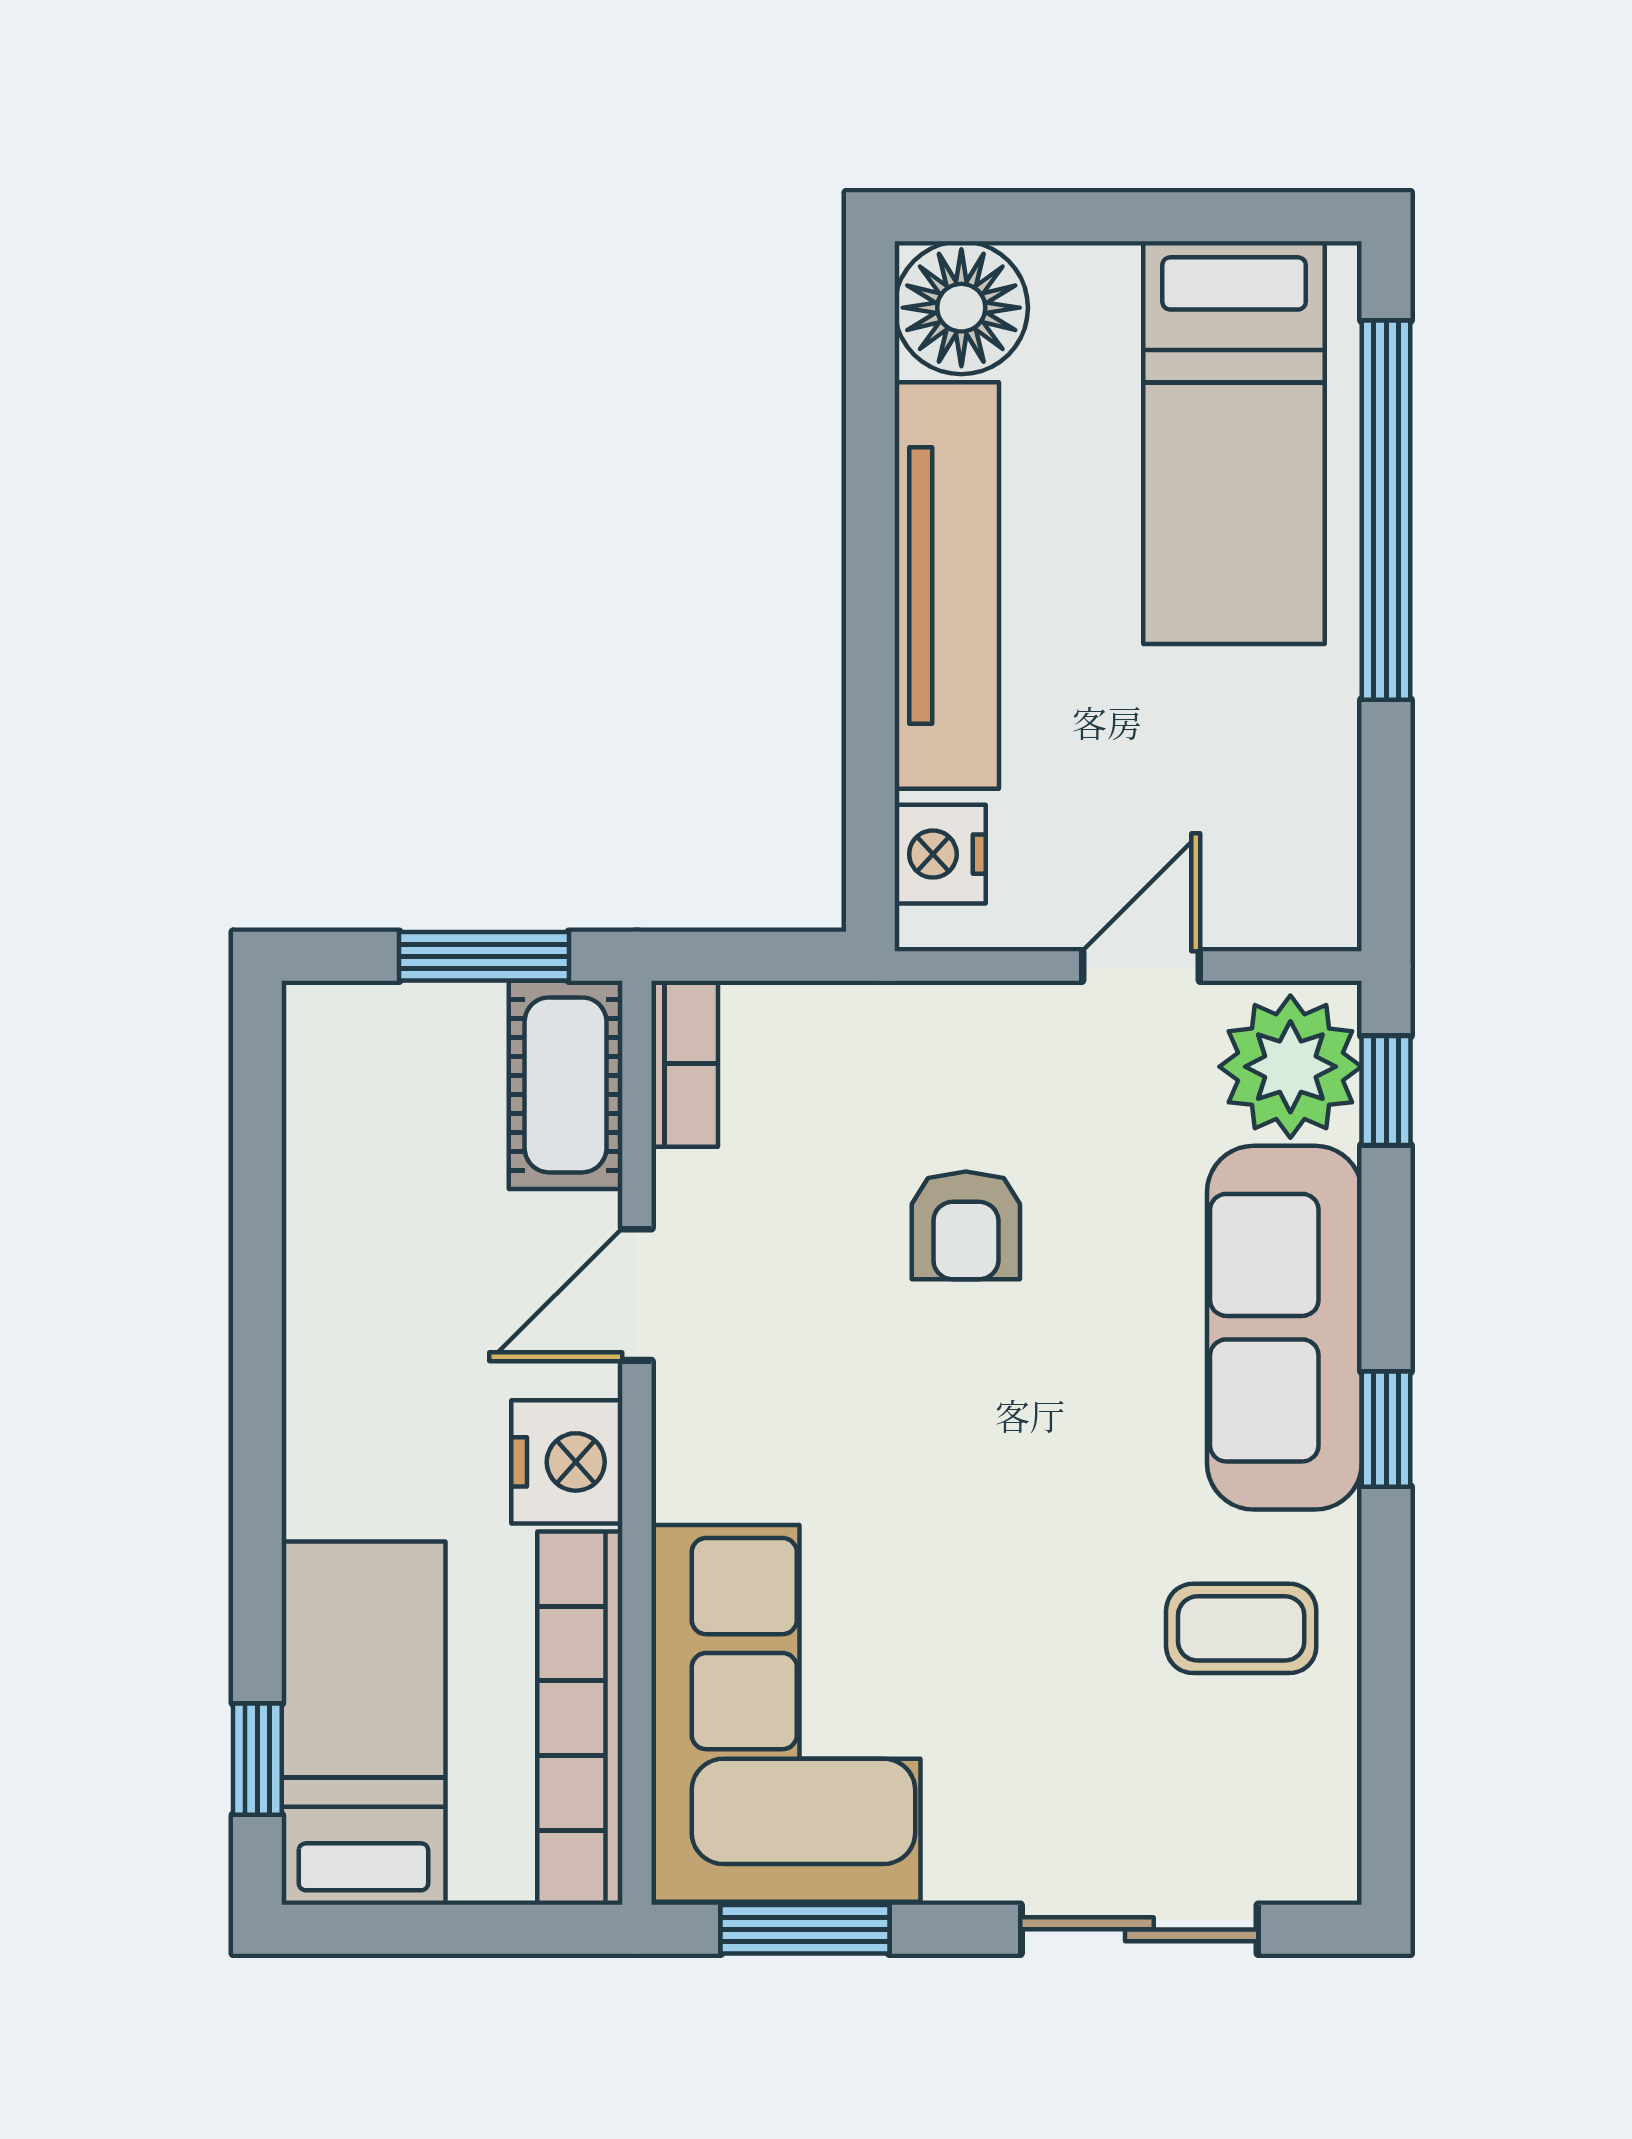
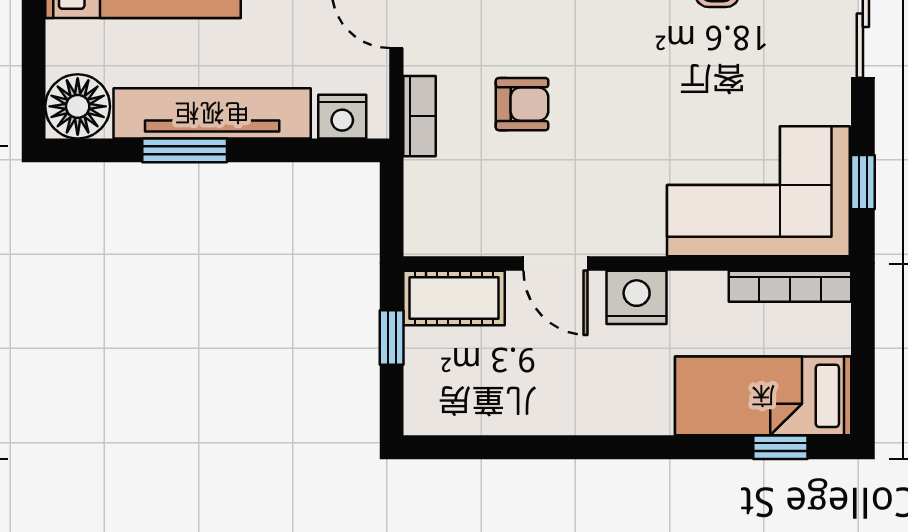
window: (870, 529) -> (185, 150), added
window: (484, 956) -> (392, 337), width x0.67
bookcase: (685, 1064) -> (420, 116), moved, turned 90
bookcase: (580, 1718) -> (790, 286), width x0.68, depth x0.76
window: (805, 1929) -> (863, 182), width x0.67

